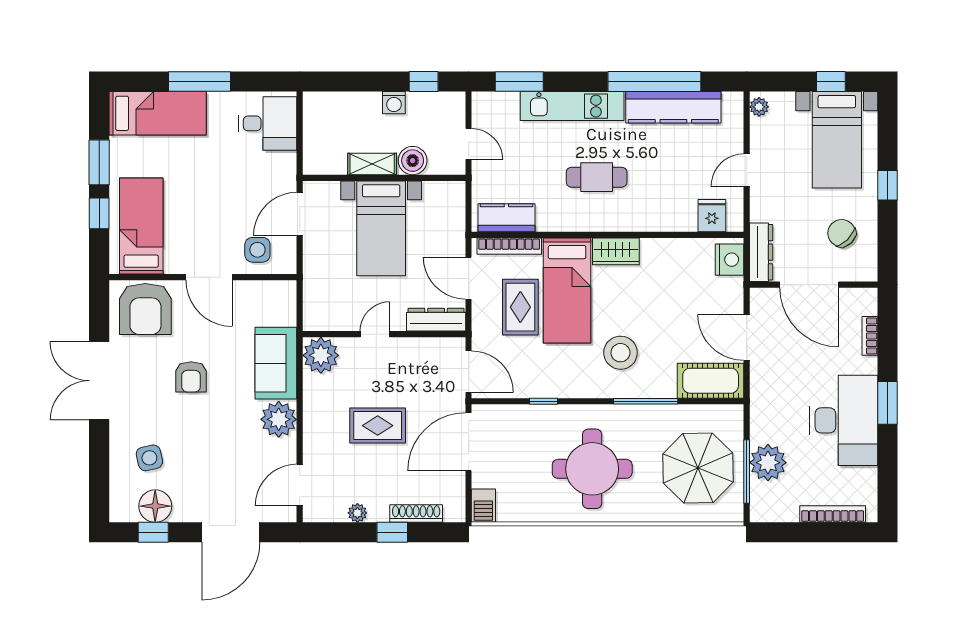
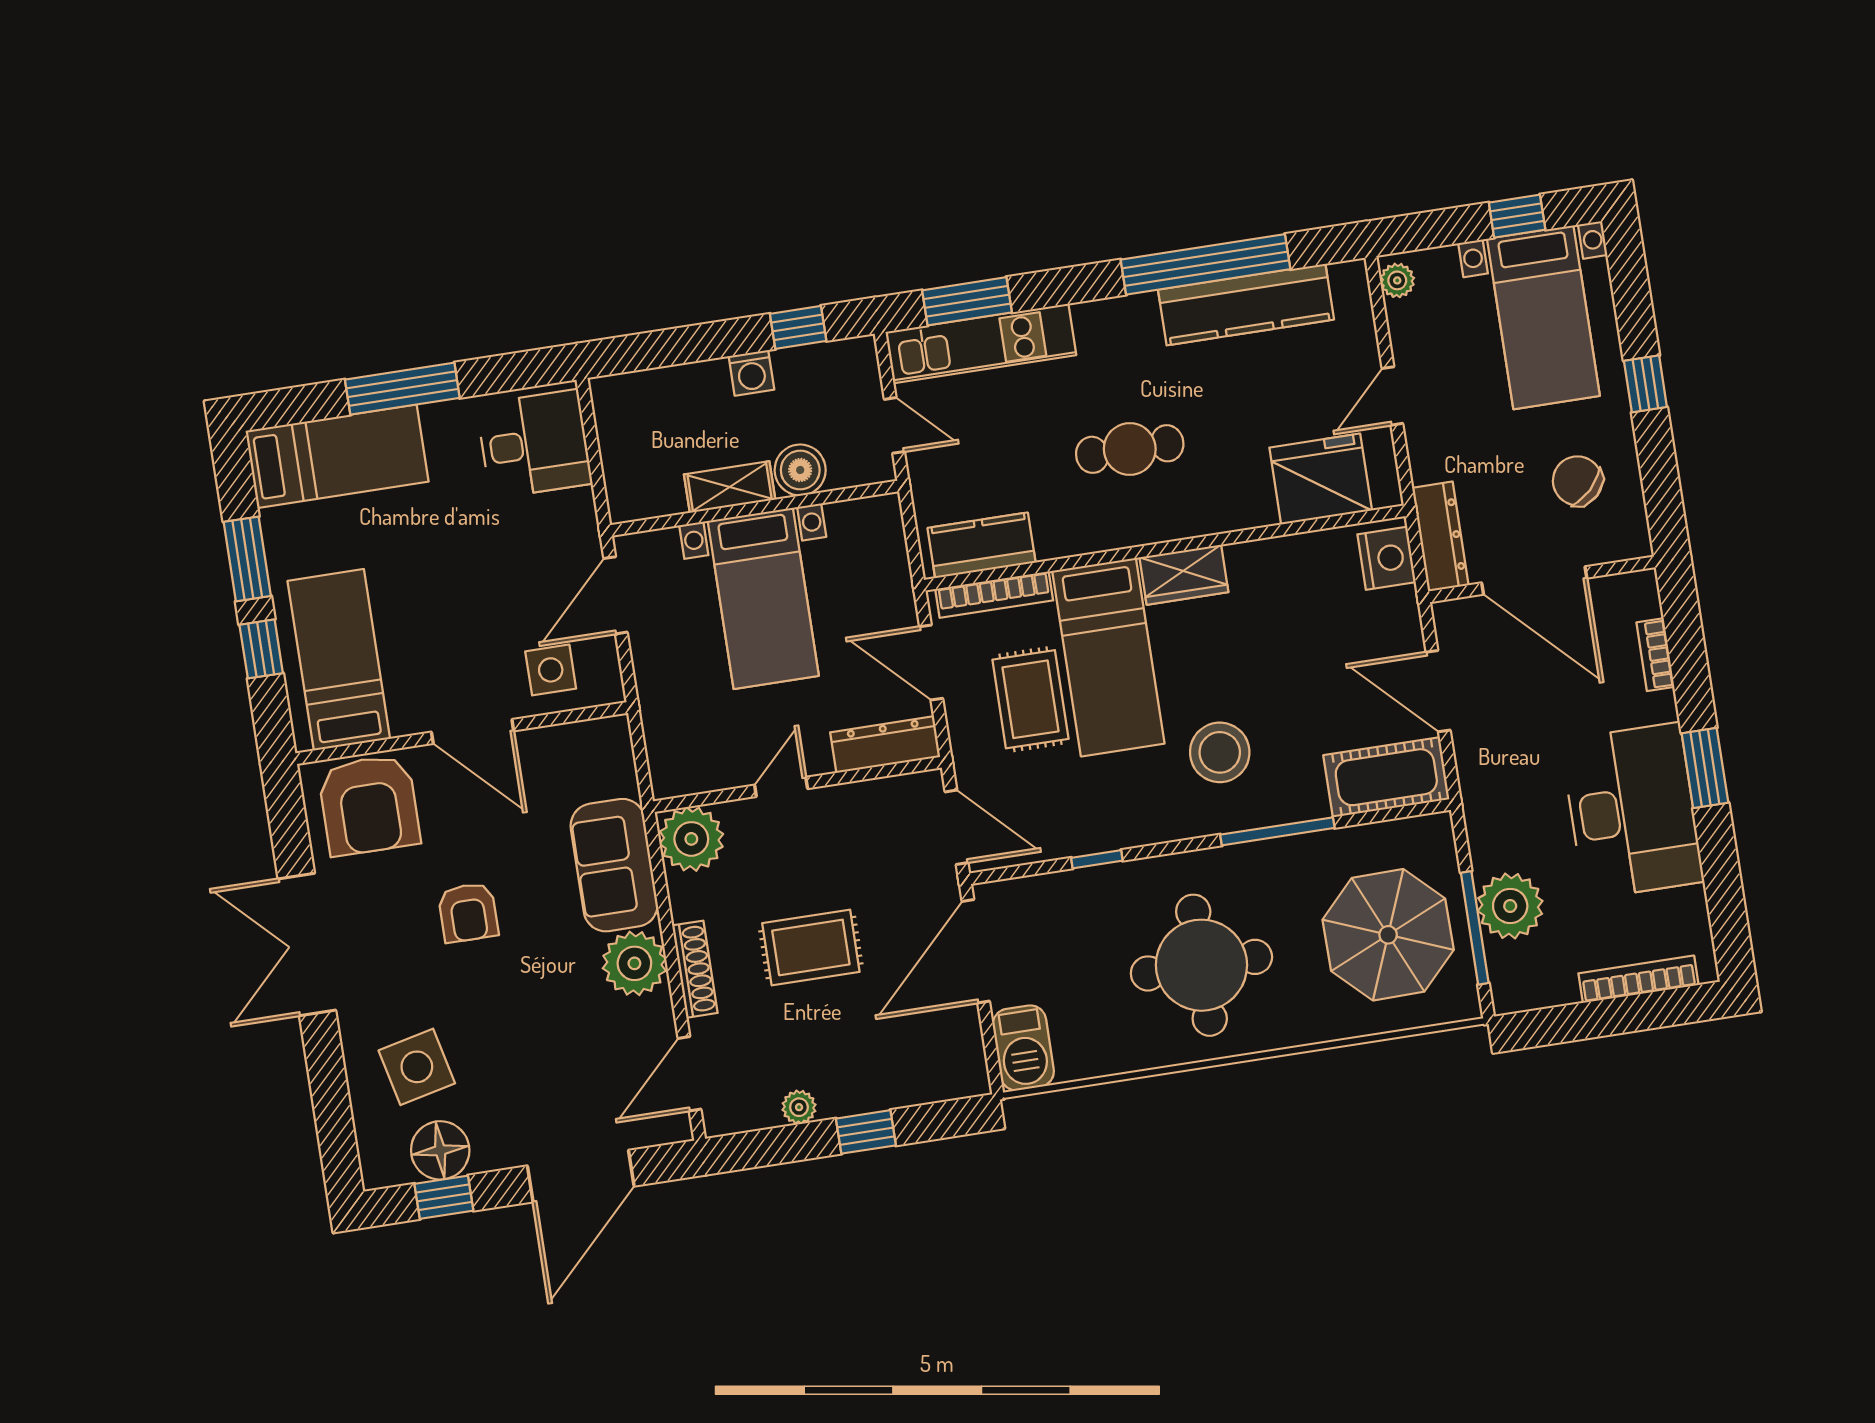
kitchen unit: (572, 106) -> (981, 343), moved
fridge: (712, 216) -> (1321, 479), width x1.88, depth x1.34
side table: (149, 458) -> (417, 1067), width x1.37, depth x1.37
barbecue: (483, 506) -> (1023, 1048), width x1.38, depth x1.27
shoe rack: (416, 513) -> (695, 969), moved, turned 90

